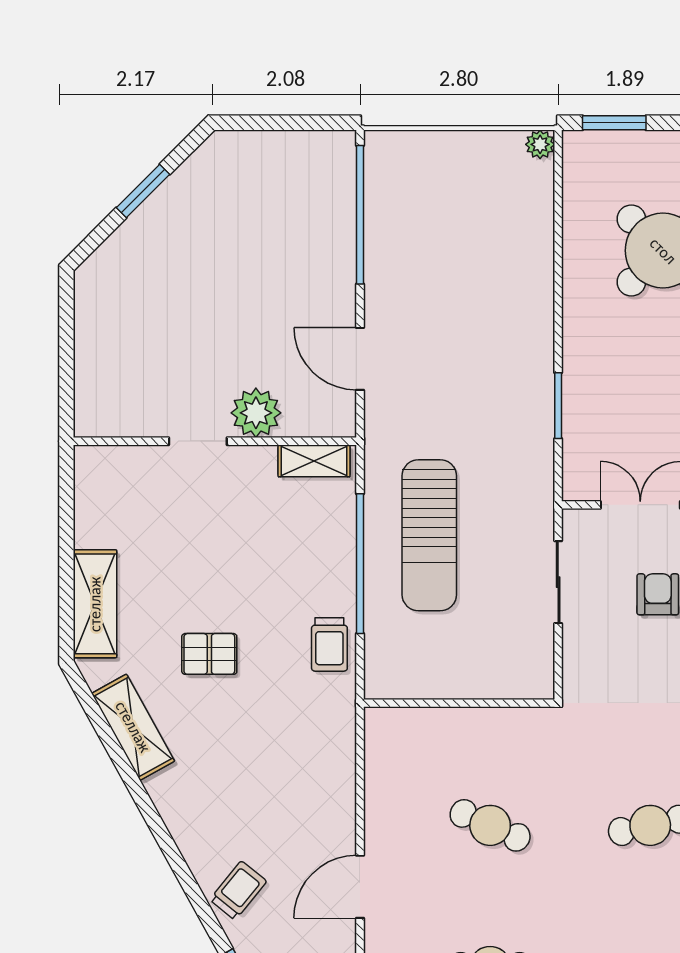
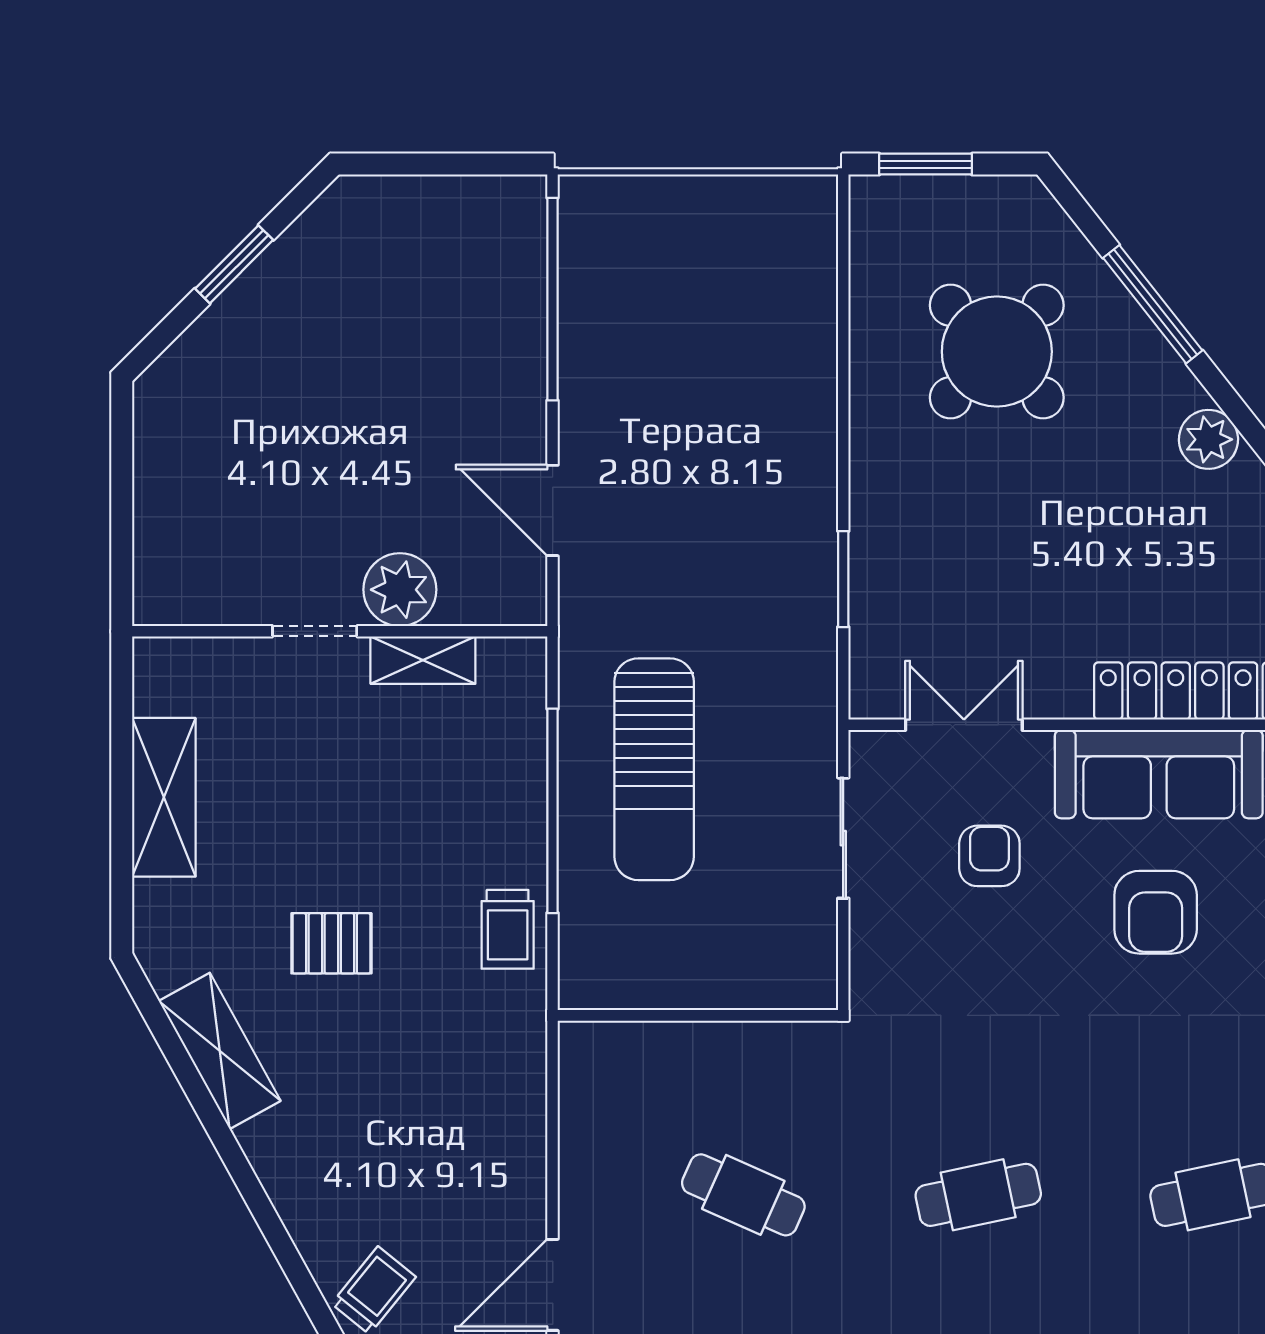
plant: (540, 144) -> (817, 196), removed
shelving: (314, 461) -> (423, 660), moved
shelving: (95, 604) -> (164, 797), moved

